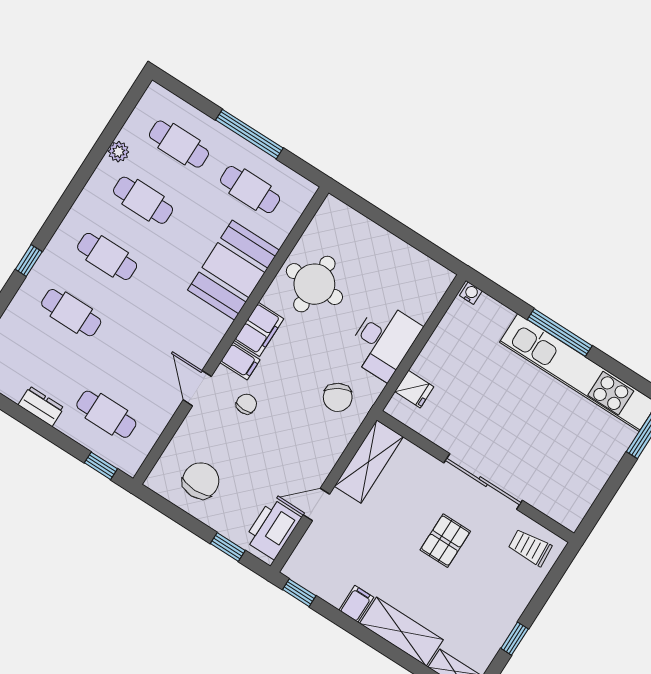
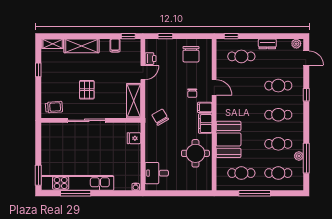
window: (107, 138) -> (306, 158), added
window: (560, 333) -> (76, 193), moved
desk: (383, 341) -> (157, 173), moved, width x0.73
printer: (273, 529) -> (150, 59), width x0.53, depth x0.68
filing cabinet: (356, 604) -> (115, 45), moved

